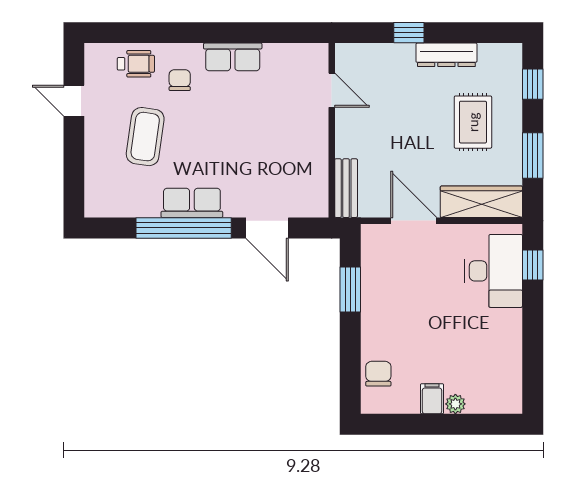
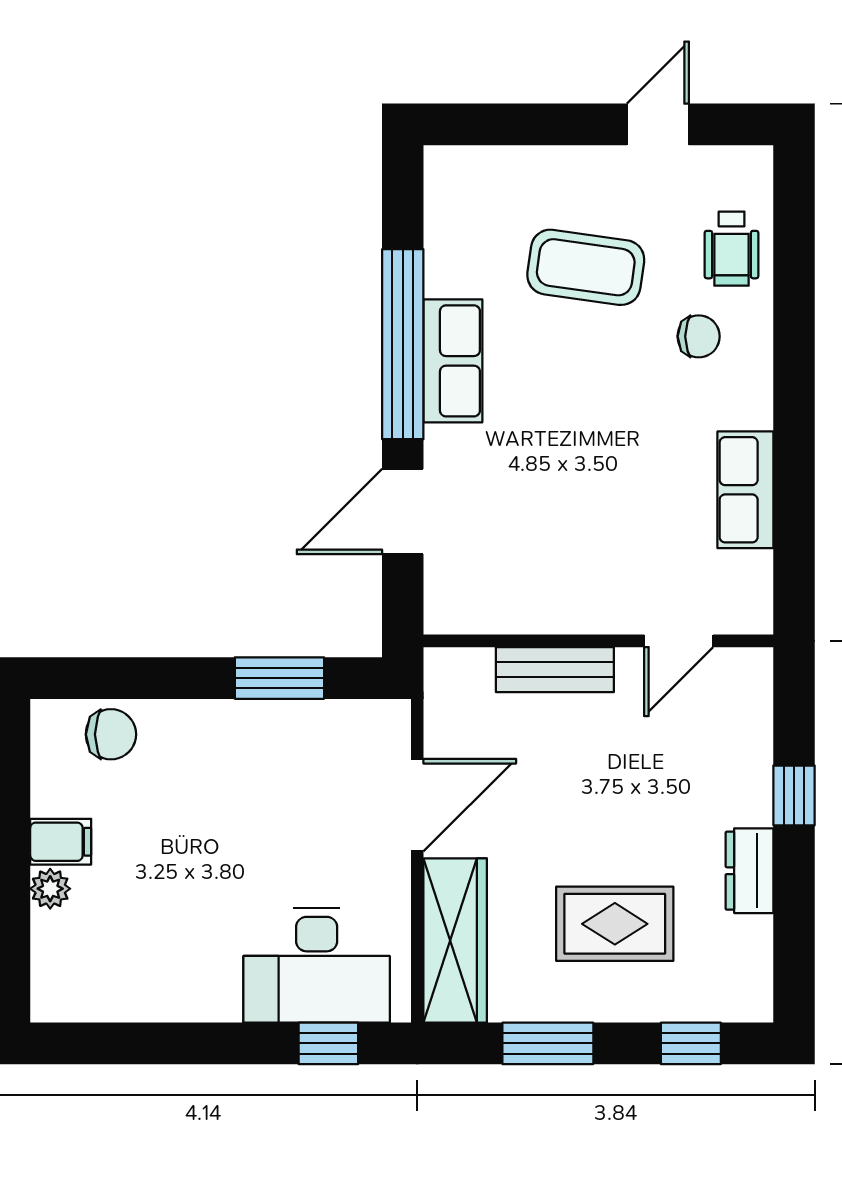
dresser: (446, 55) -> (749, 871), width x0.70
row of seats: (233, 57) -> (745, 490), moved
bench: (346, 188) -> (555, 670), moved

